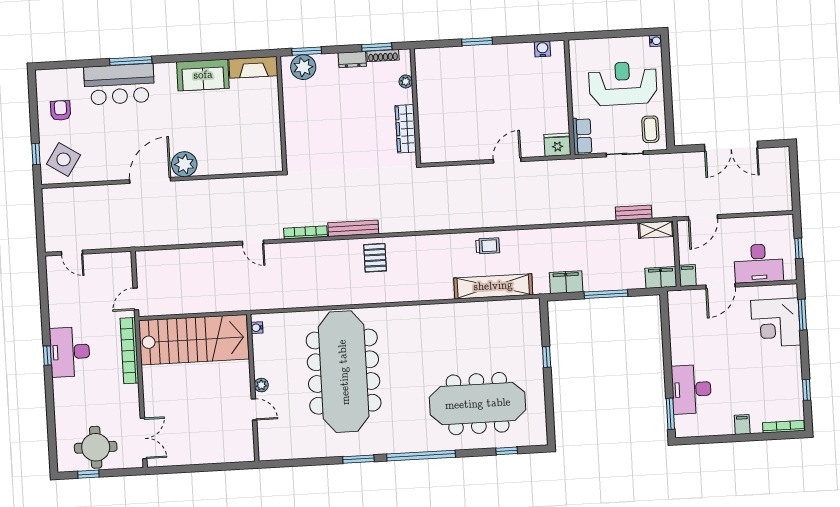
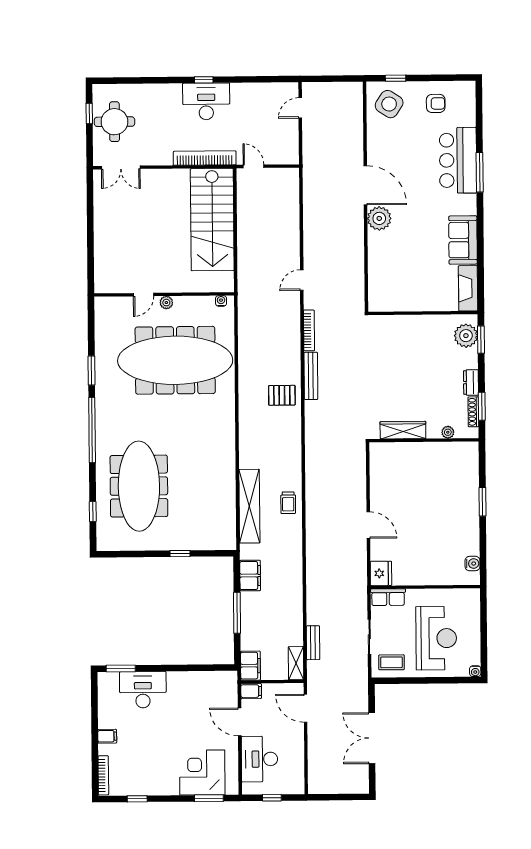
water cooler: (257, 328) -> (221, 301), moved
plant: (261, 385) -> (166, 303), moved
wall: (253, 388) -> (164, 294), moved
door: (254, 409) -> (143, 295), moved

